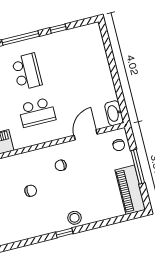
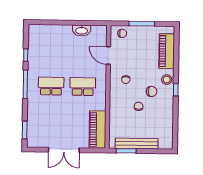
school desk: (37, 112) -> (83, 87), turned -90
washbasin: (114, 113) -> (82, 30), moved
piano: (130, 190) -> (167, 51), moved, turned 90
chair: (54, 202) -> (152, 91), added

